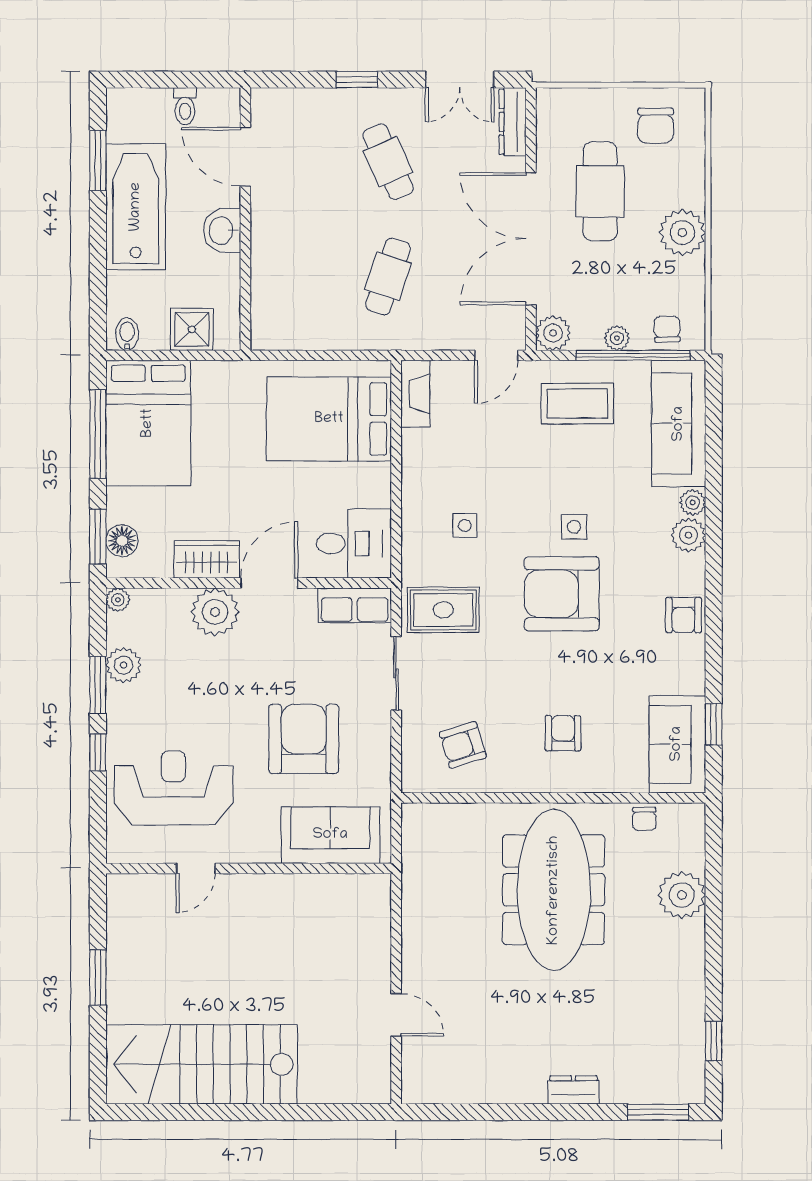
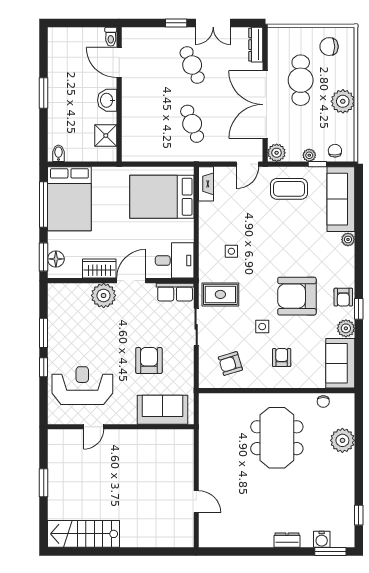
double door: (460, 80) -> (213, 23), moved
toilet: (185, 106) -> (111, 37), moved
chair: (656, 126) -> (329, 47), turned 90
window: (98, 160) -> (44, 93), moved
bathtub: (136, 207) -> (63, 88), removed
cafe table: (388, 276) -> (192, 124), turned -39
shower: (192, 329) -> (106, 136), moved
window: (633, 355) -> (317, 164), width x0.32
side table: (574, 527) -> (262, 327), moved
plant: (688, 535) -> (346, 328), moved
armchair: (562, 594) -> (297, 296), moved
plant: (118, 600) -> (54, 289), removed
plant: (123, 665) -> (57, 323), removed
window: (714, 724) -> (359, 309), moved
armchair: (304, 739) -> (149, 360), width x0.73, depth x0.73
meeting table: (554, 890) -> (277, 438), width x0.73
stairs: (201, 1064) -> (84, 534), width x0.73, depth x0.66
water cooler: (641, 1088) -> (322, 539), added

